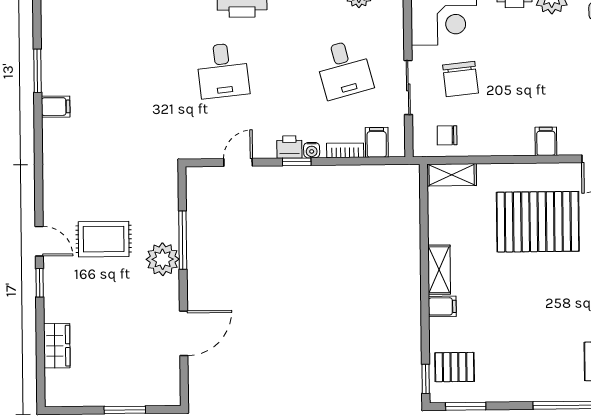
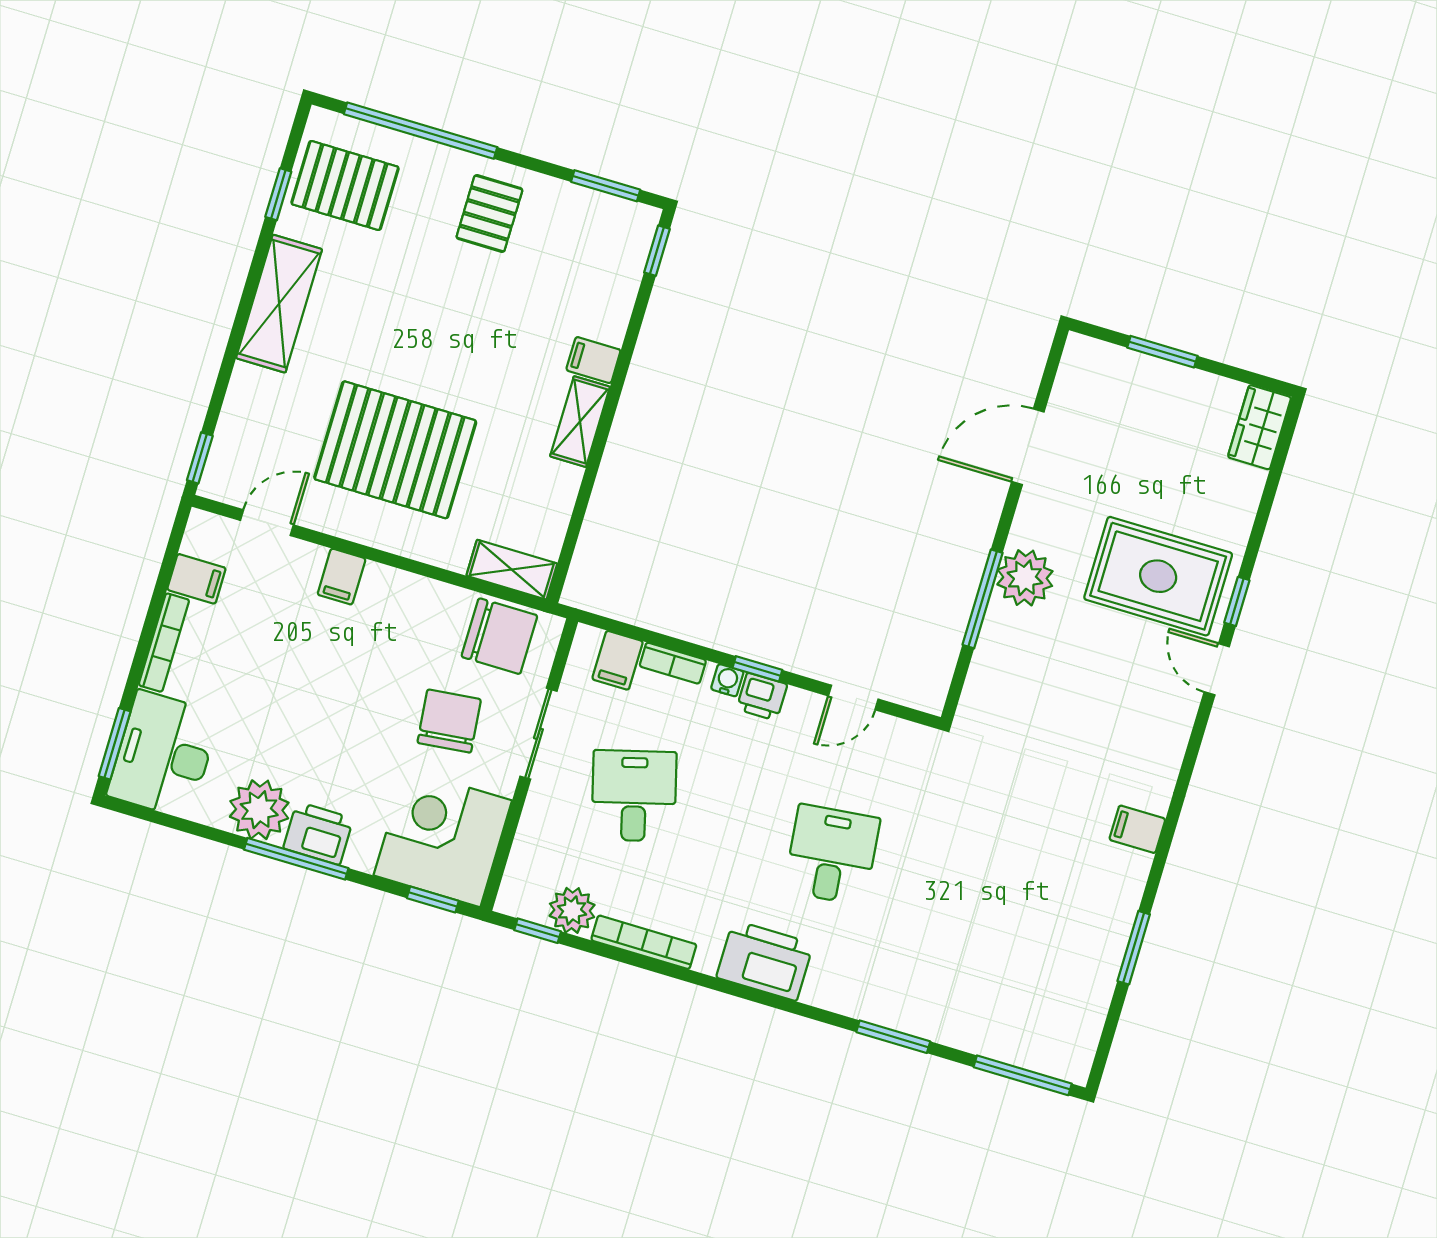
filing cabinet: (56, 107) -> (1137, 829), moved
chair: (447, 135) -> (499, 636), width x1.87, depth x1.87
rug: (104, 239) -> (1158, 576), moved, width x1.36, depth x1.43
wardrobe: (57, 346) -> (1259, 427), moved
pallet: (455, 367) -> (489, 214), moved, turned 90

